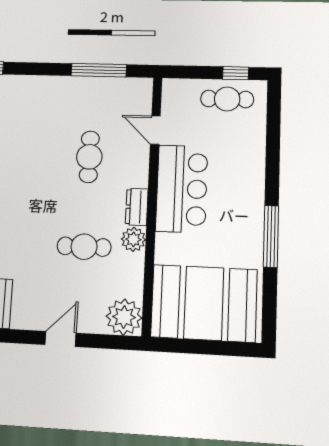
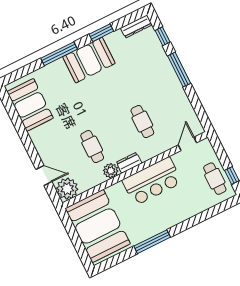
window: (99, 70) -> (179, 70), moved
door: (155, 130) -> (187, 144), moved
cafe table: (89, 157) -> (142, 122), turned 90
door: (61, 339) -> (44, 176), moved

